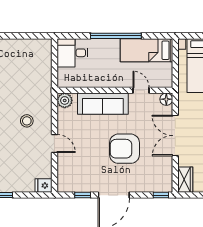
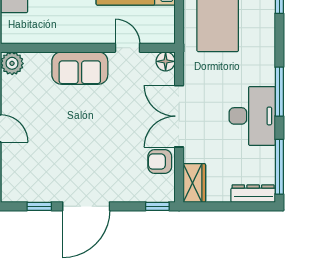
sofa: (103, 104) -> (80, 68), width x0.73
armchair: (125, 149) -> (160, 162), moved, width x0.53, depth x0.53

